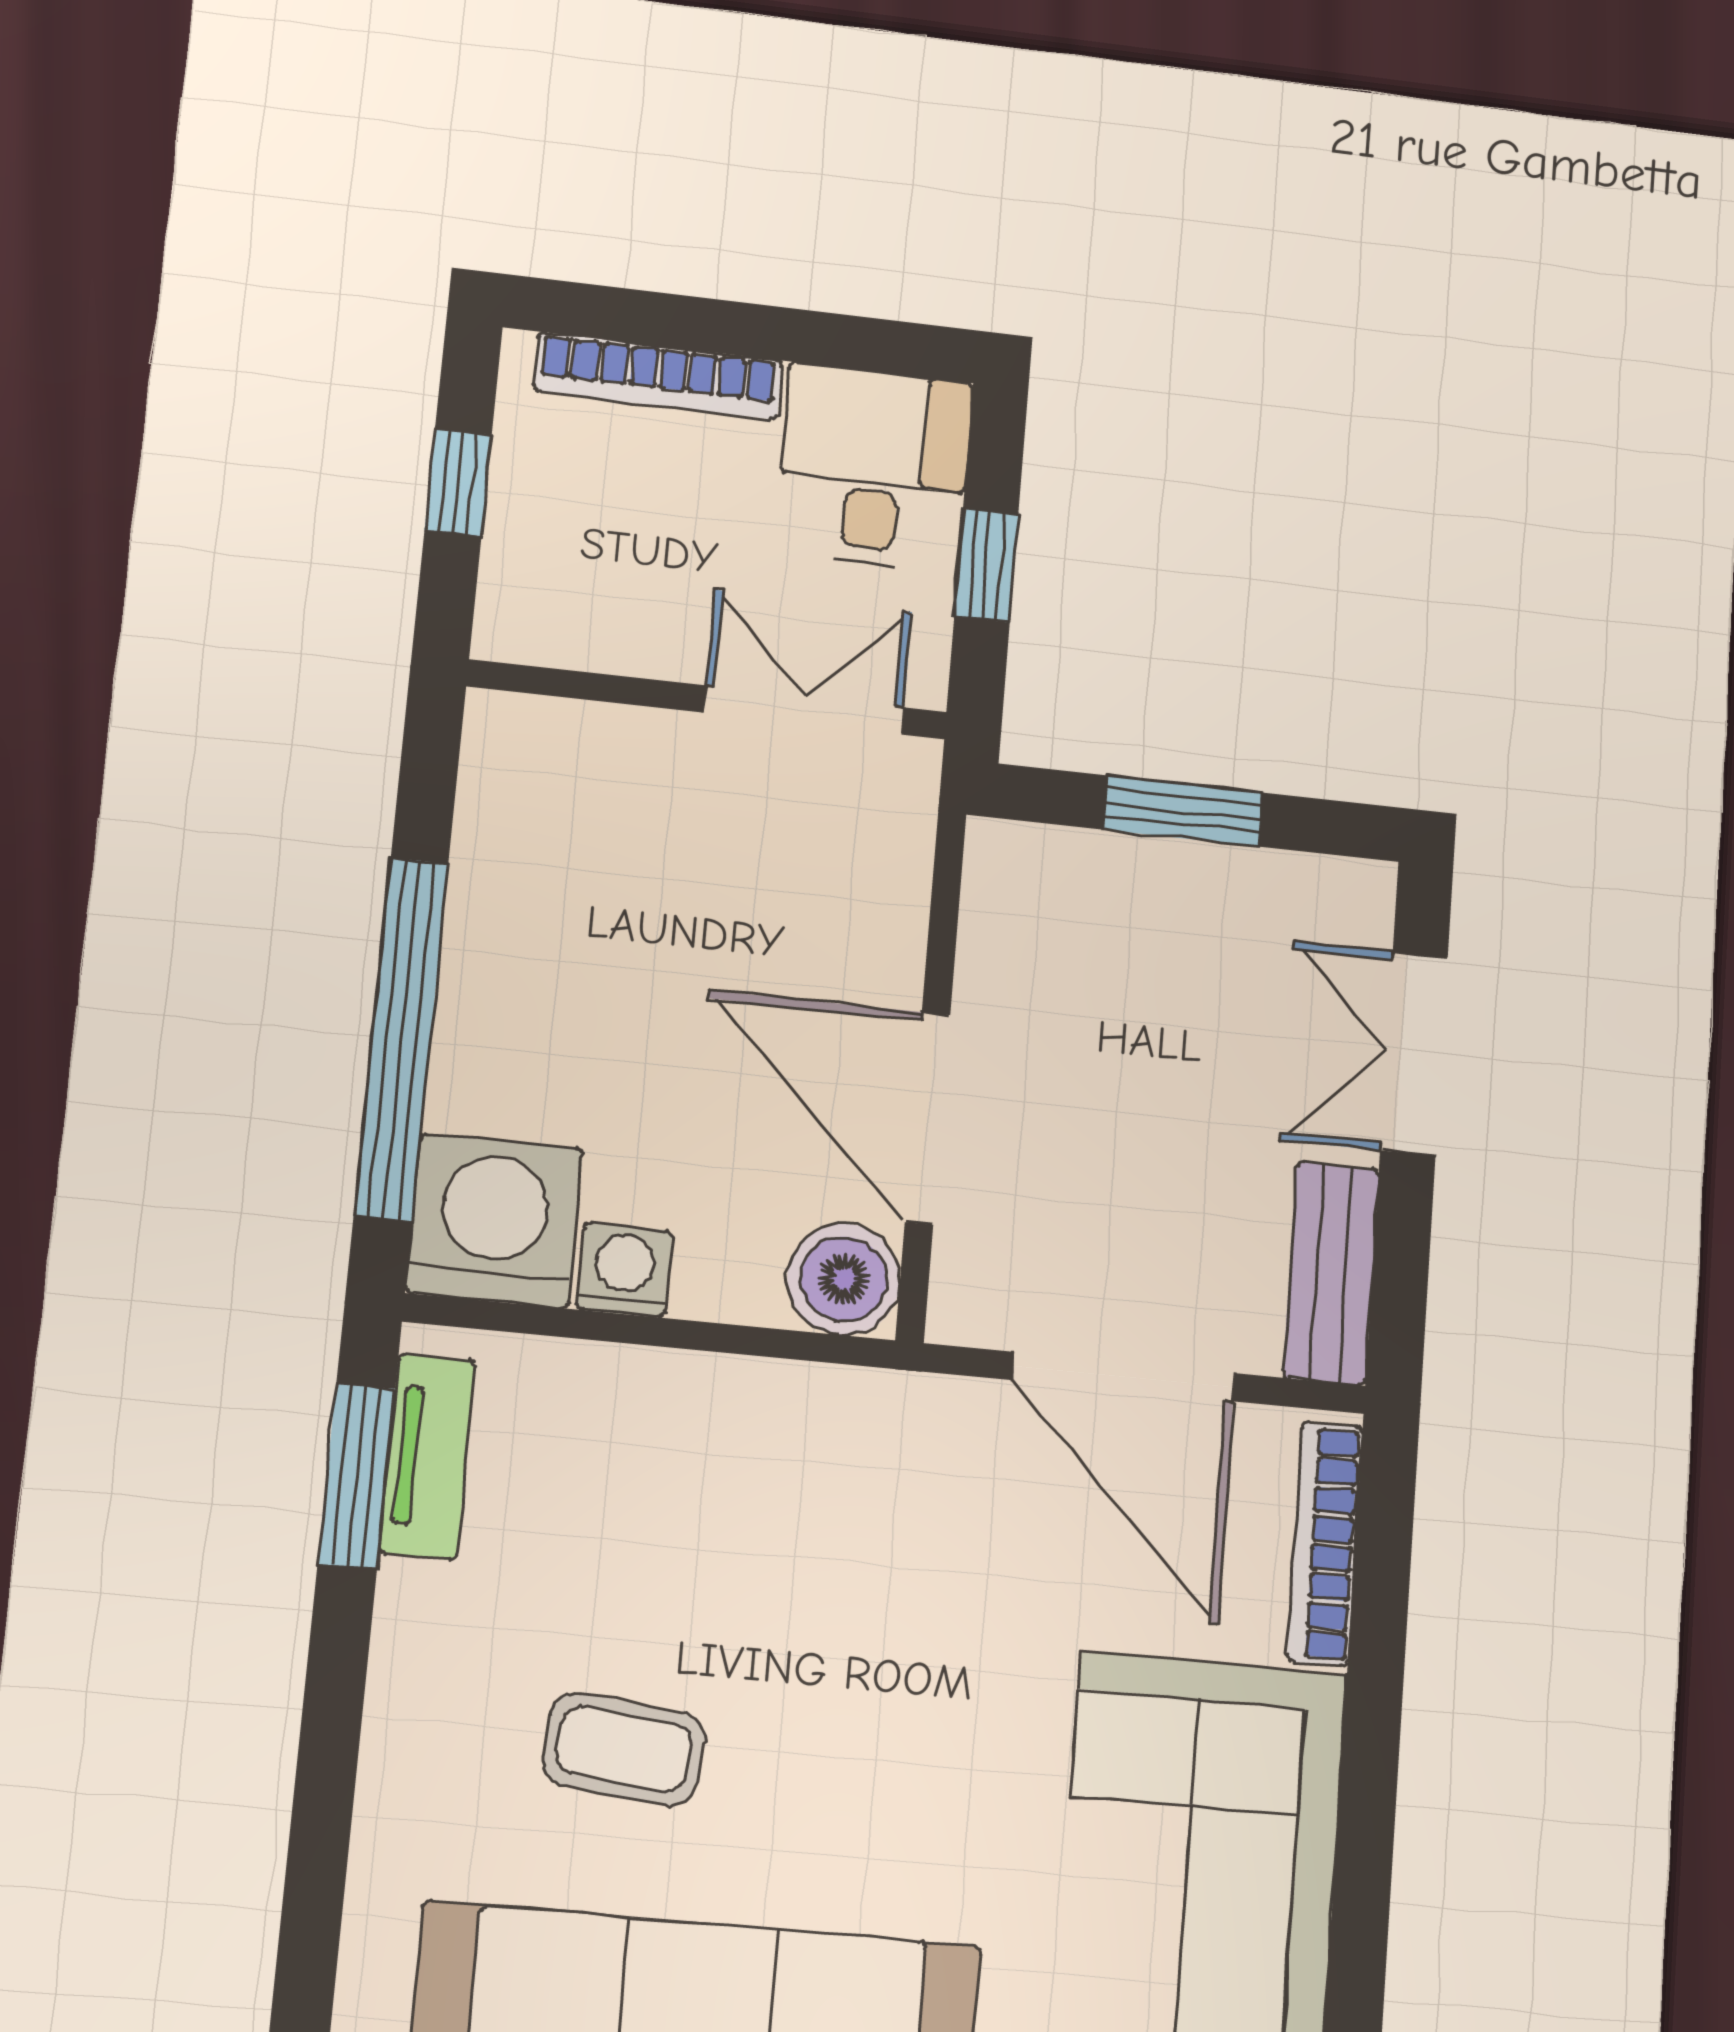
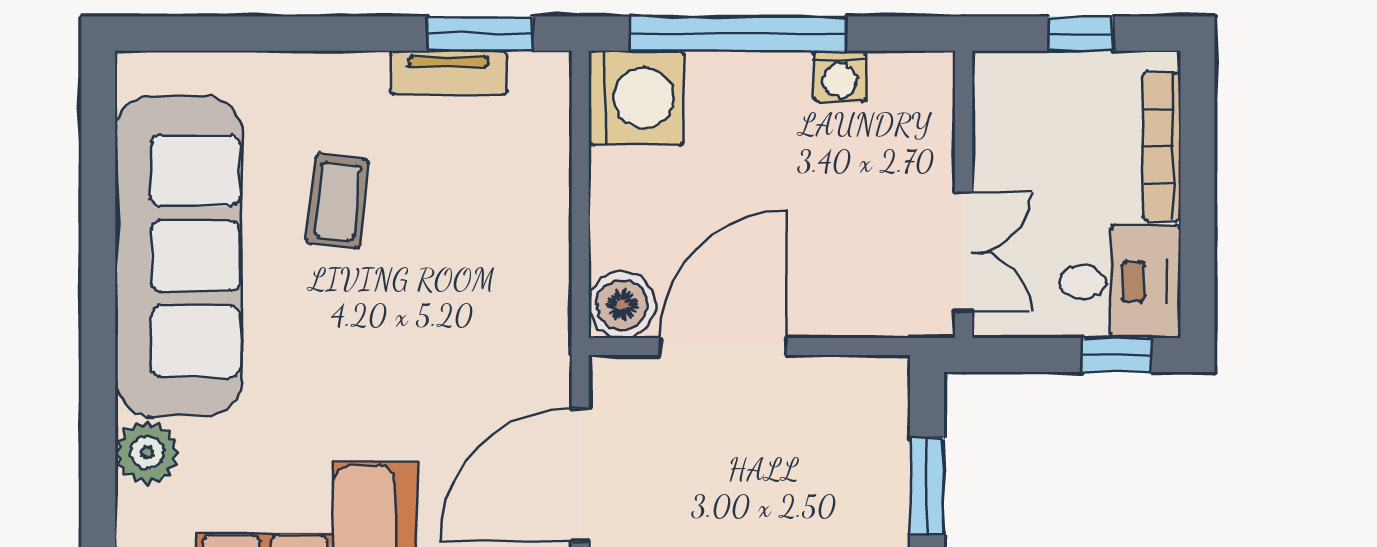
window: (986, 565) -> (1117, 355), moved
washing machine: (624, 1270) -> (840, 77), moved, turned 90
tv unit: (427, 1457) -> (448, 73), moved

